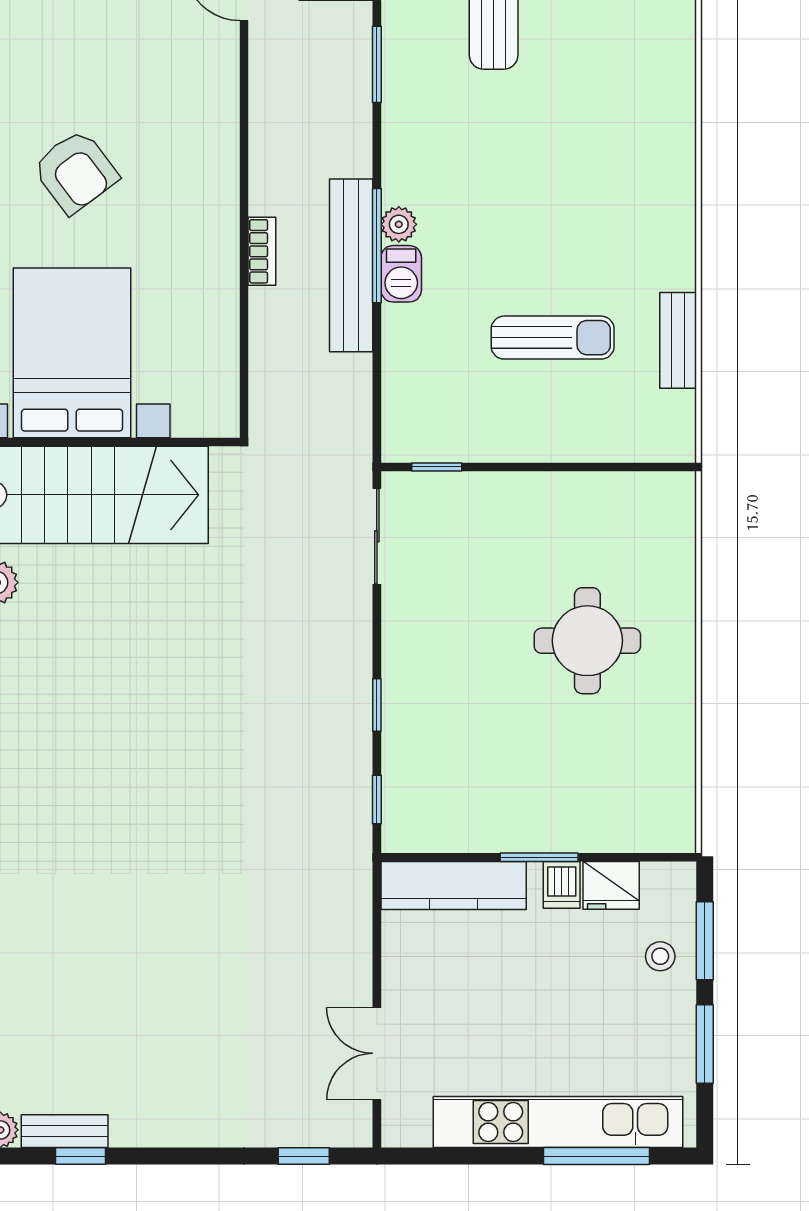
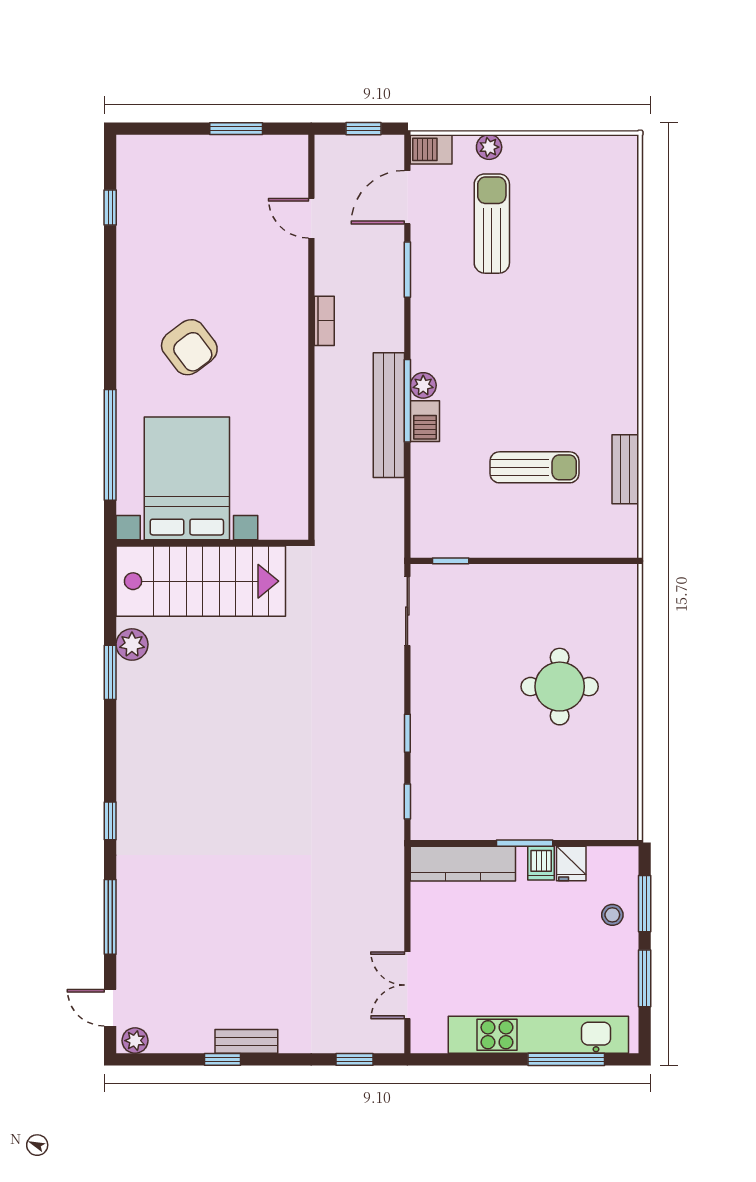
bookcase: (262, 251) -> (324, 321), moved
fridge: (611, 885) -> (571, 864), width x0.72
bench: (65, 1131) -> (246, 1041), moved
window: (80, 1156) -> (223, 1059), moved

